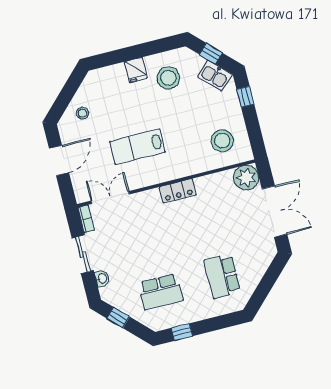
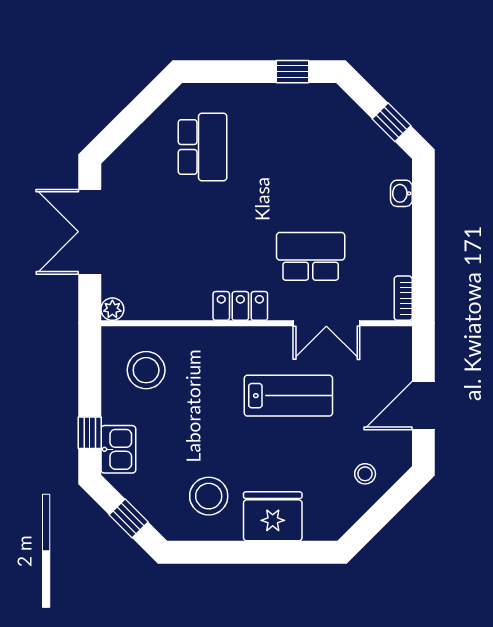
fridge: (136, 70) -> (273, 516), width x1.88, depth x1.34
kitchen sink: (215, 76) -> (118, 449), moved, turned 45
plant: (246, 178) -> (112, 309), width x0.53, depth x0.53
double door: (110, 197) -> (326, 323), moved
sliding door: (83, 254) -> (423, 241), removed
school desk: (161, 292) -> (311, 256), moved

